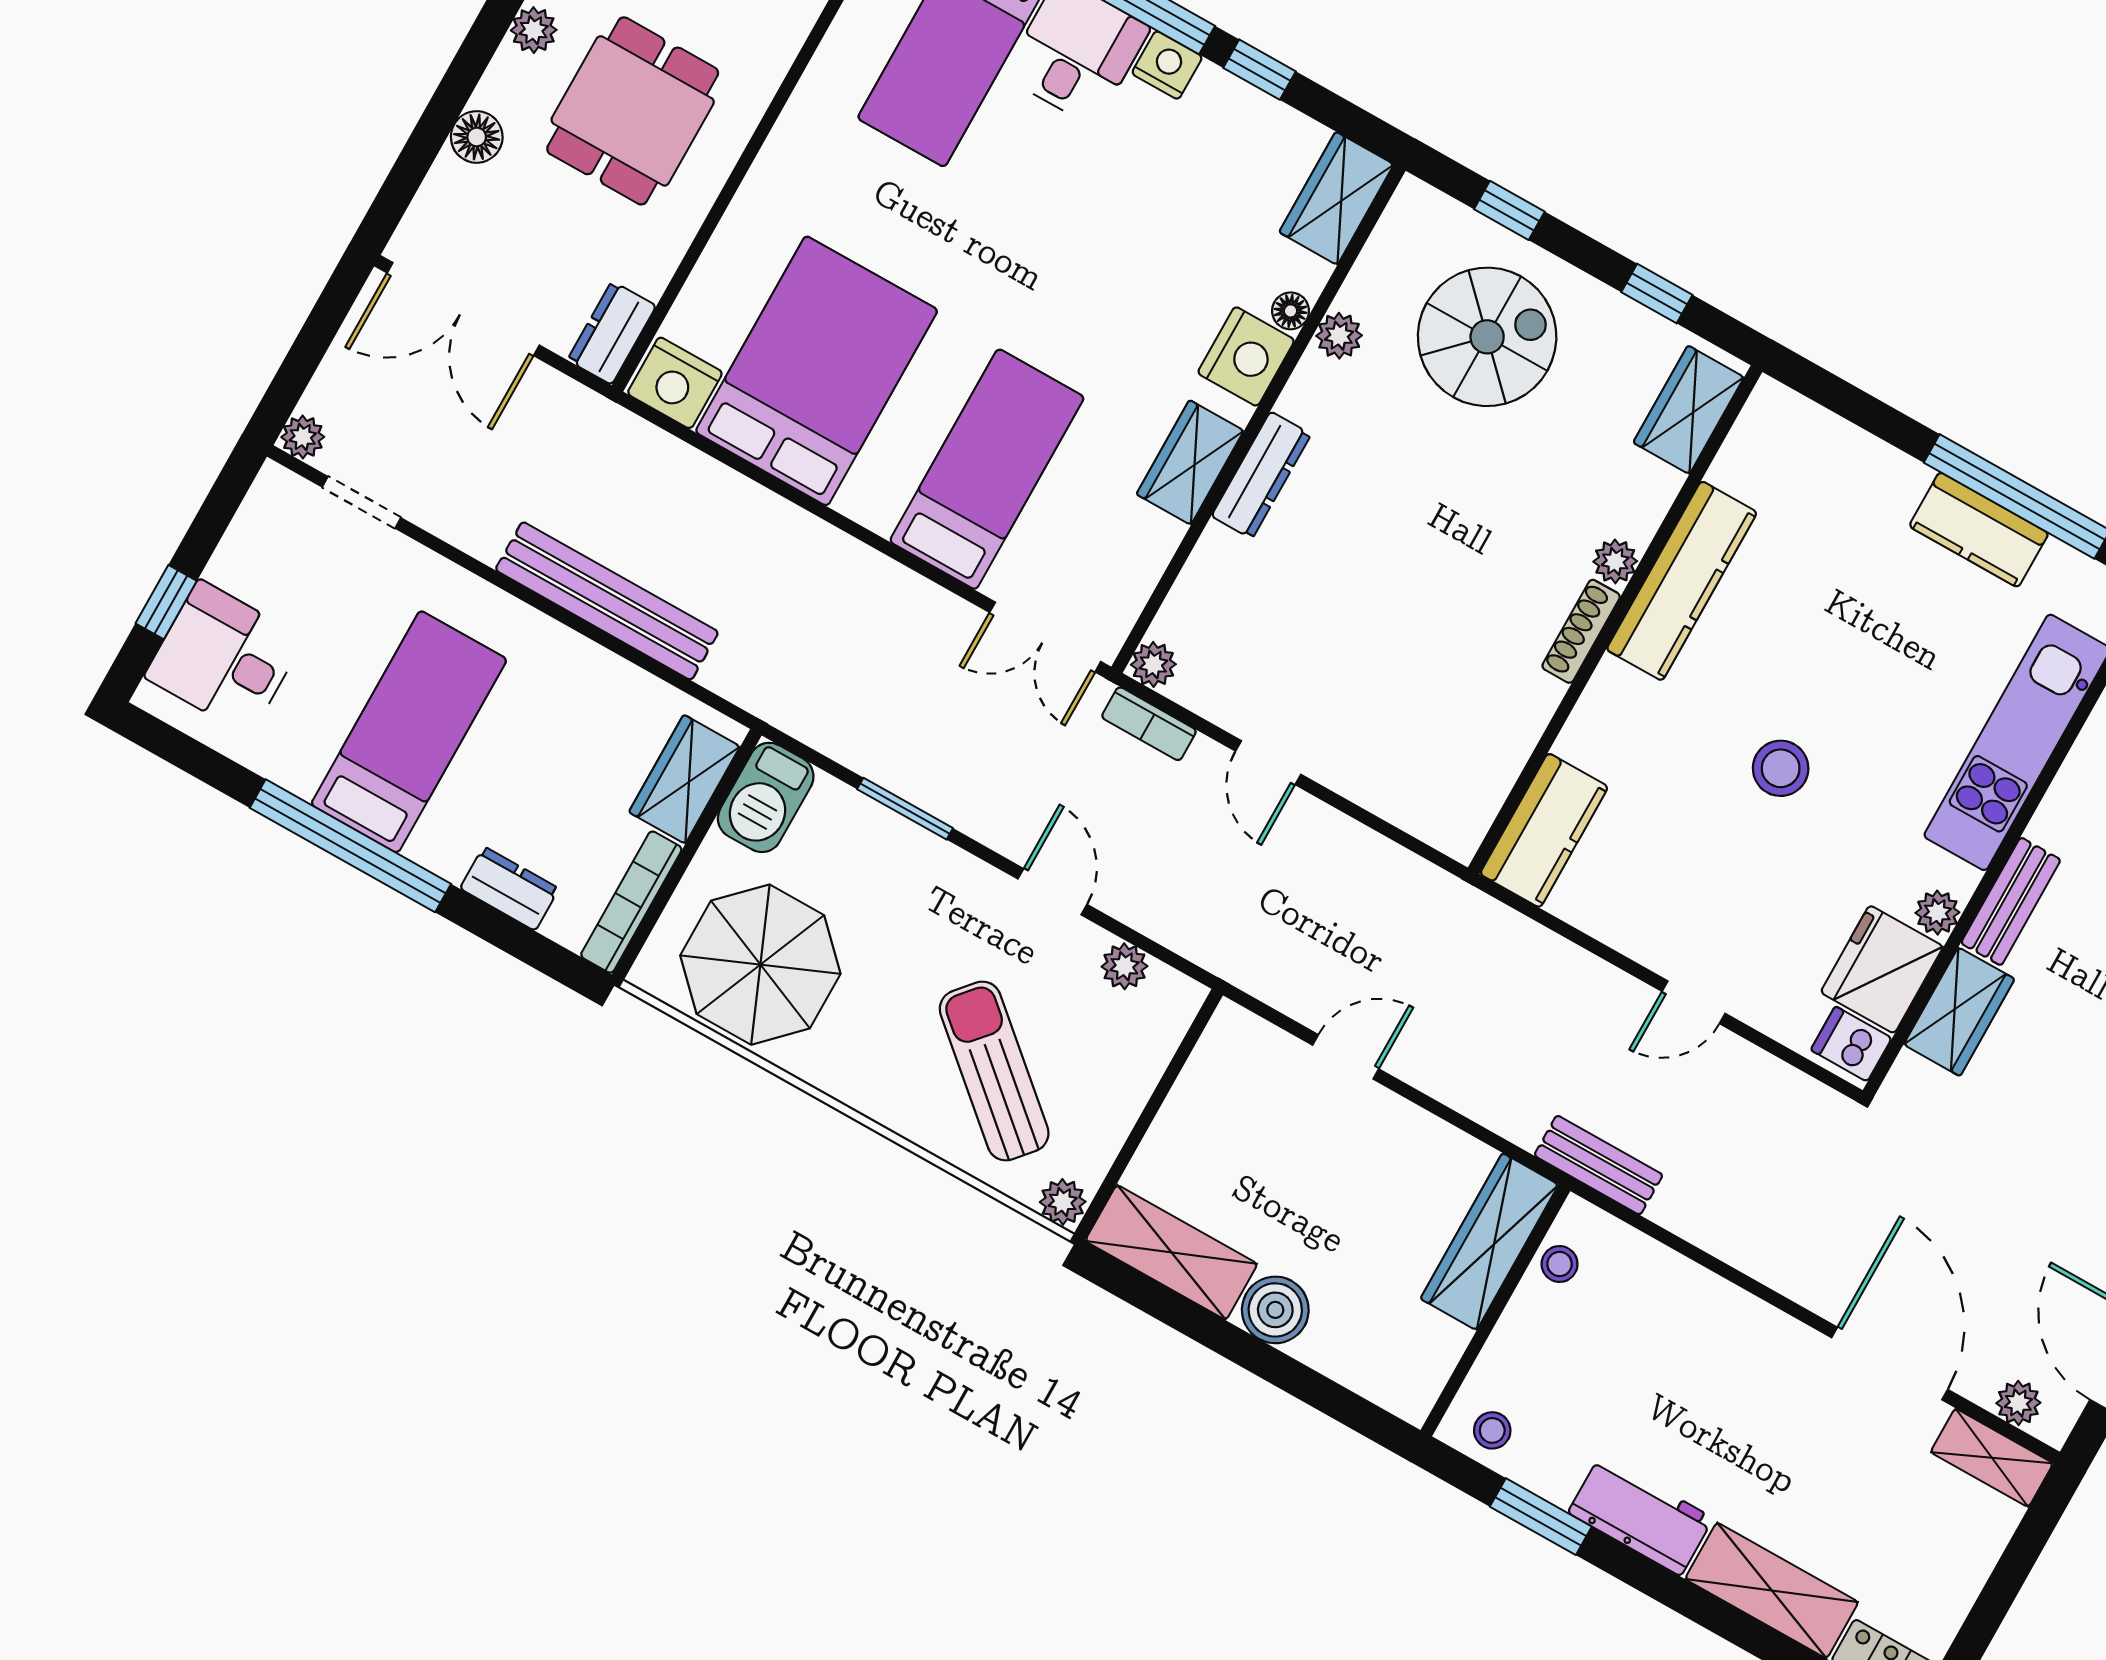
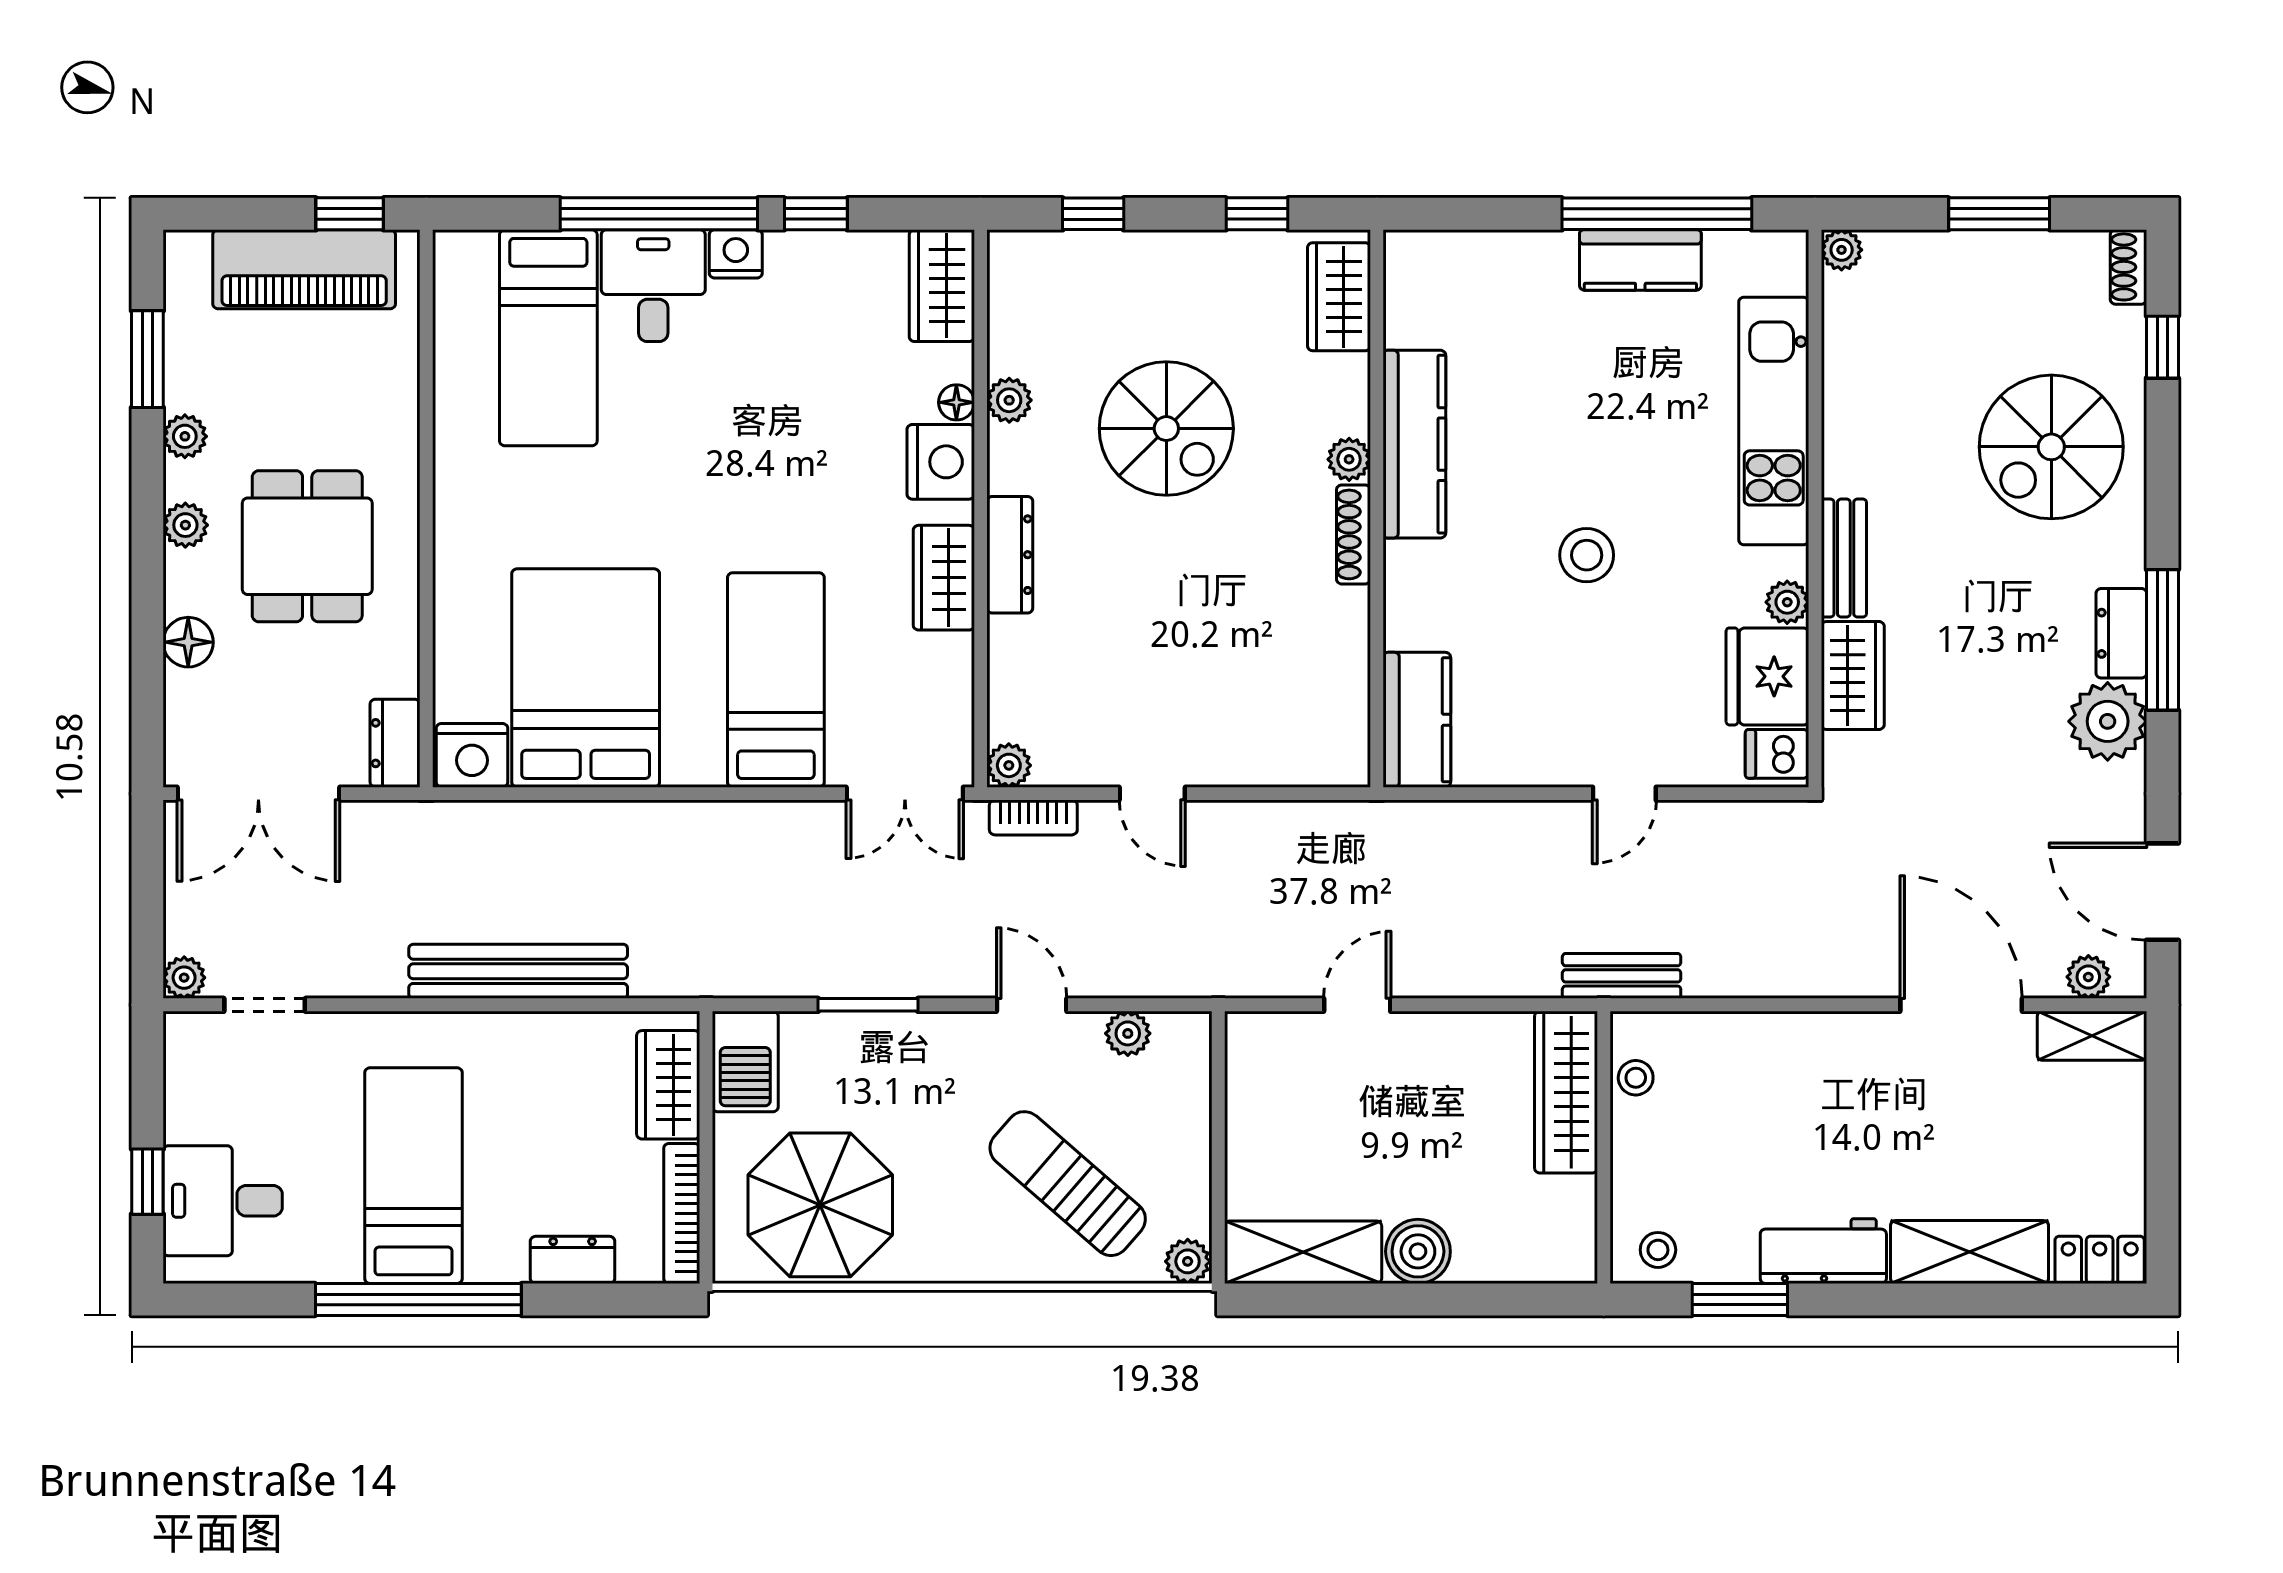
spiral stairs: (1487, 337) -> (1166, 429), moved, turned 90

